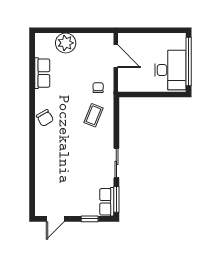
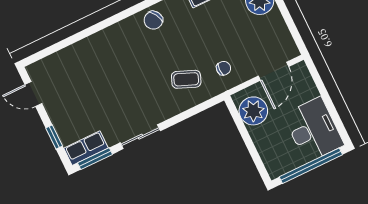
desk: (170, 70) -> (313, 130), moved, turned -90
plant: (135, 82) -> (253, 111), added

